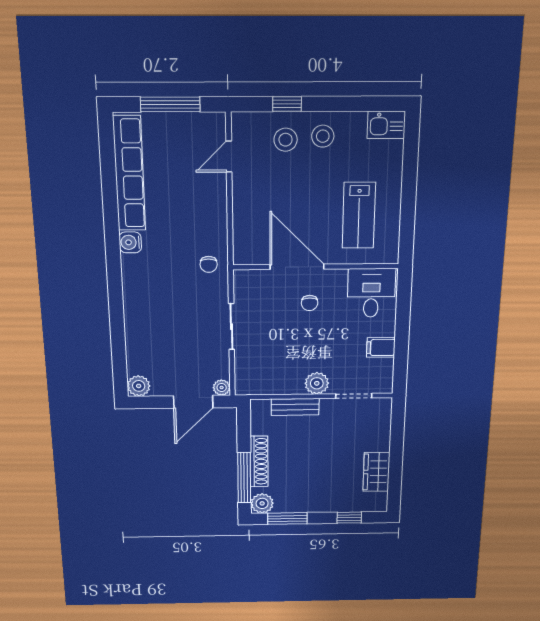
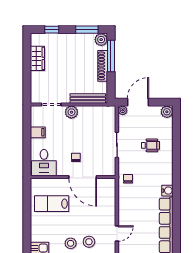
lab bench: (359, 215) -> (52, 204), turned -90
wheelchair: (167, 326) -> (150, 145), added
bench: (295, 407) -> (88, 98), width x1.36

